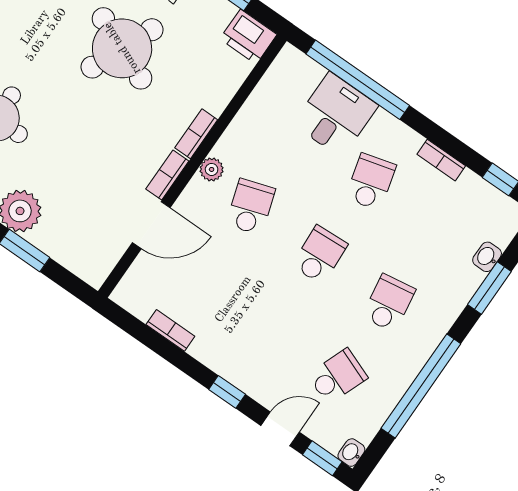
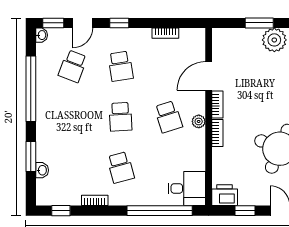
desk: (335, 115) -> (187, 188), moved, turned -90
school desk: (389, 303) -> (121, 66), moved

